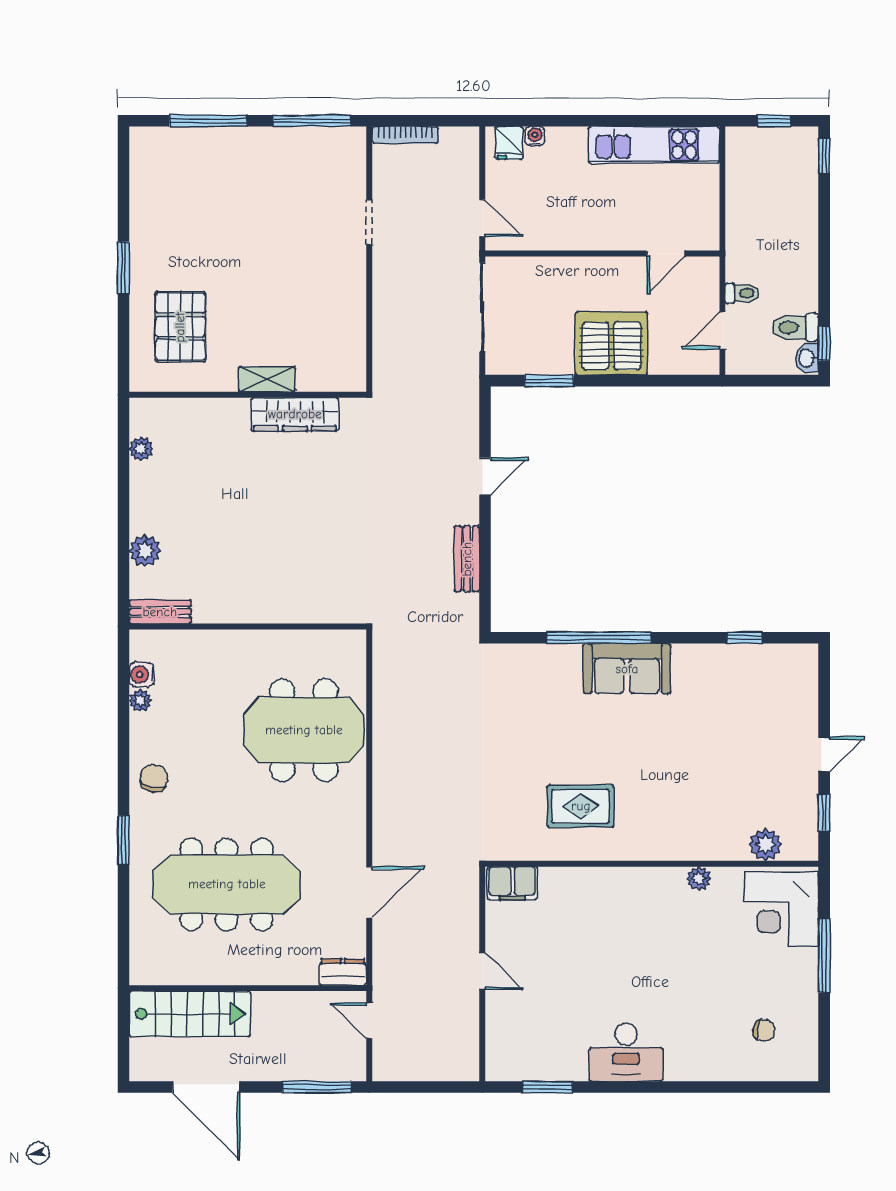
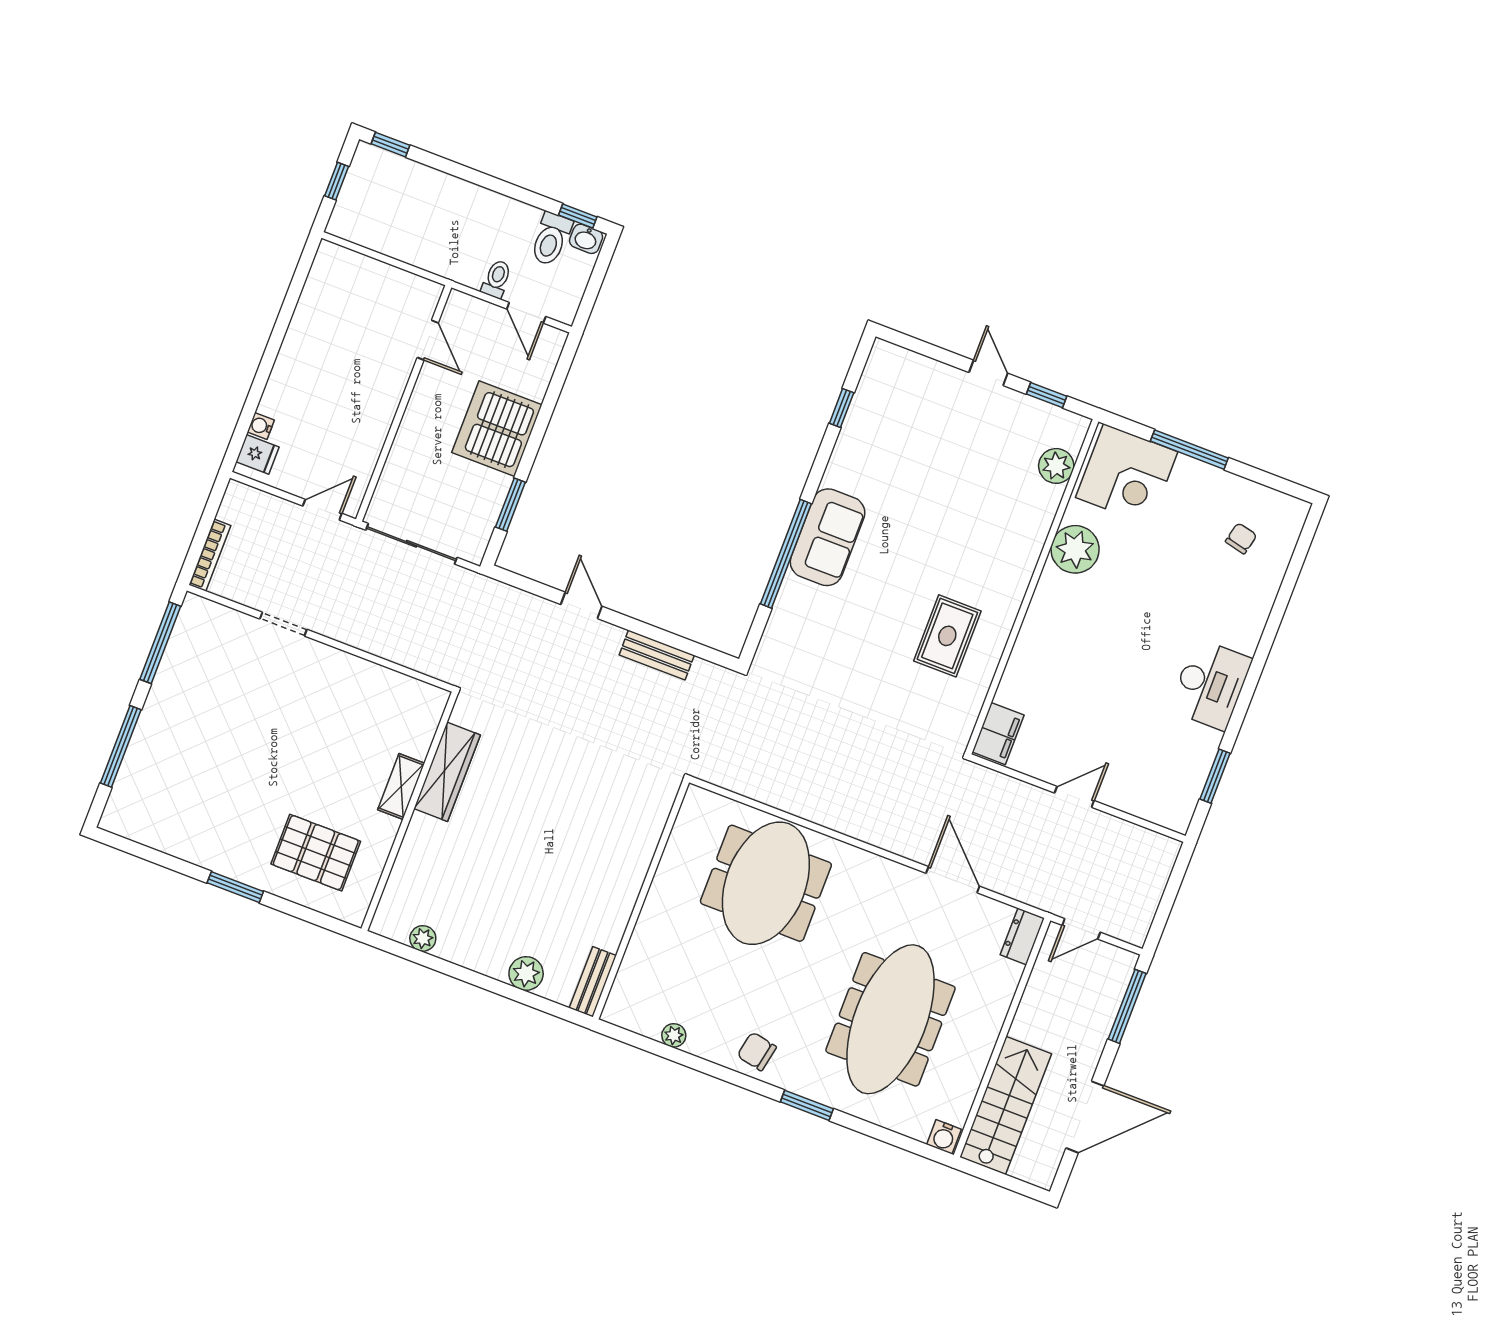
kitchen unit: (654, 145) -> (315, 310), removed
water cooler: (142, 675) -> (944, 1137), moved
plant: (699, 879) -> (1075, 549), width x1.88, depth x1.88

